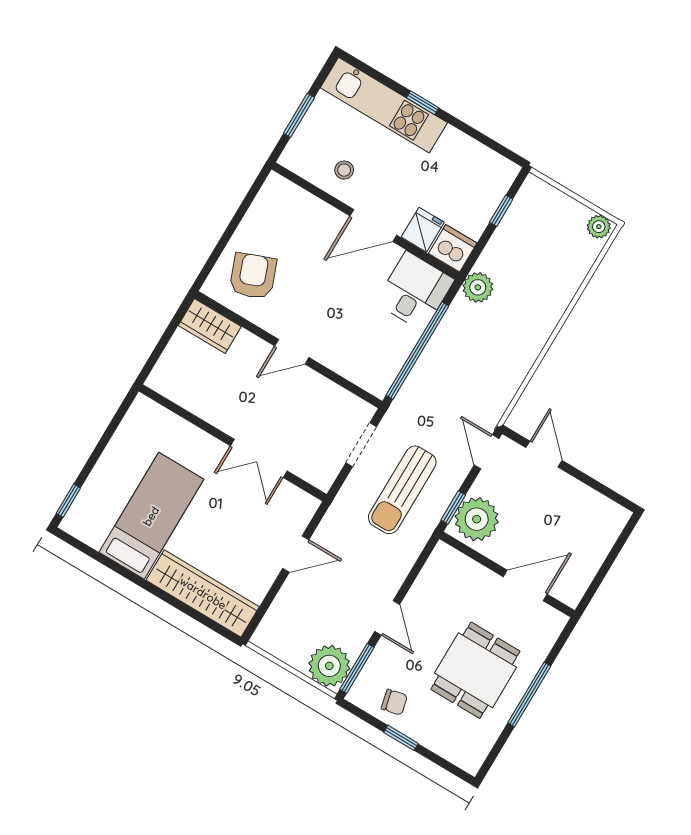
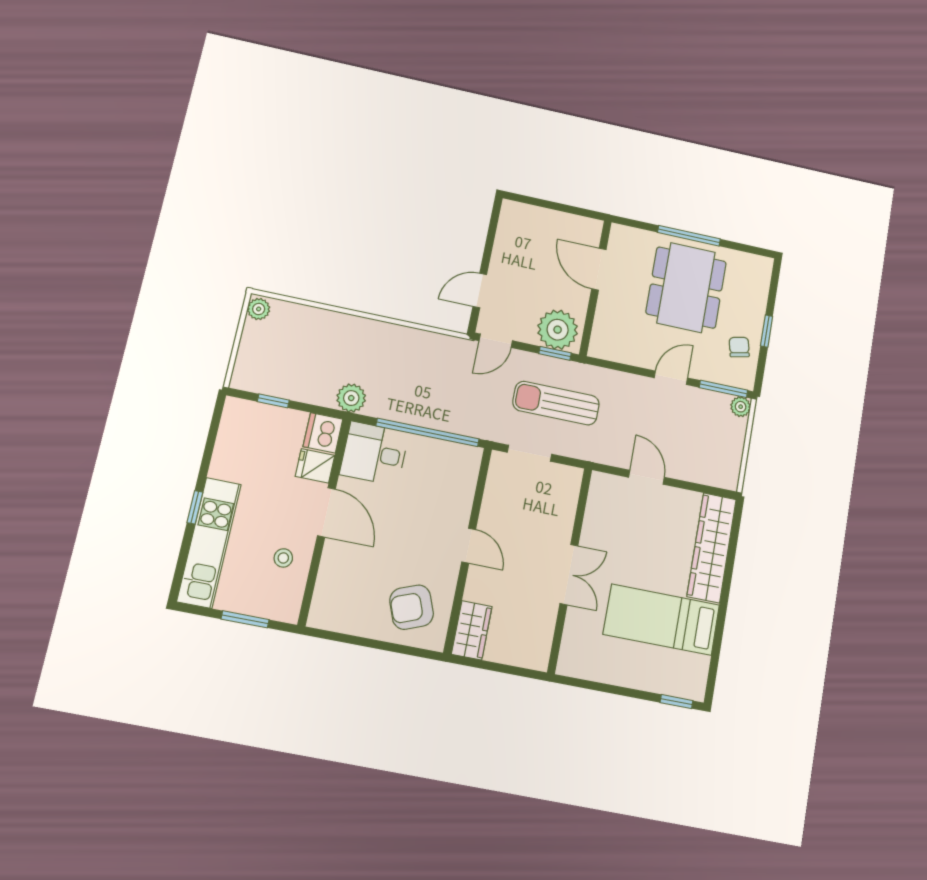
double door: (259, 458) -> (569, 575), moved
sun lounger: (402, 490) -> (556, 403), turned 180
plant: (329, 666) -> (741, 407), width x0.53, depth x0.53
dining table: (475, 670) -> (686, 287), width x1.38

